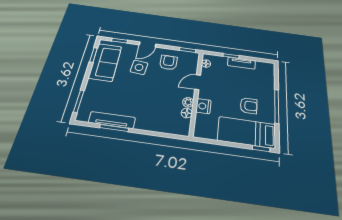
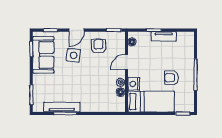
armchair: (249, 106) -> (172, 78), turned 180
bed: (247, 132) -> (151, 102), moved, turned 180

